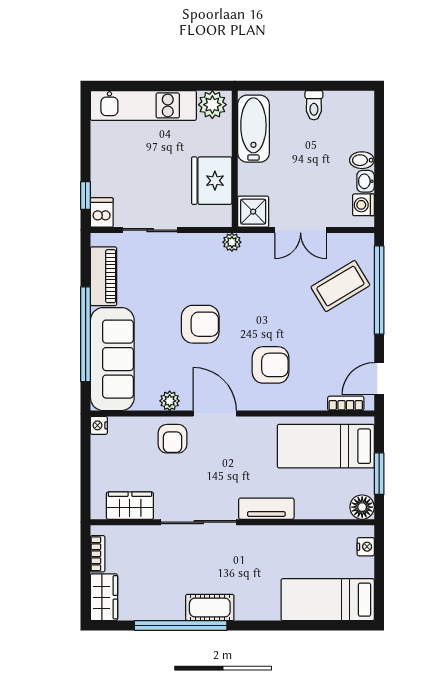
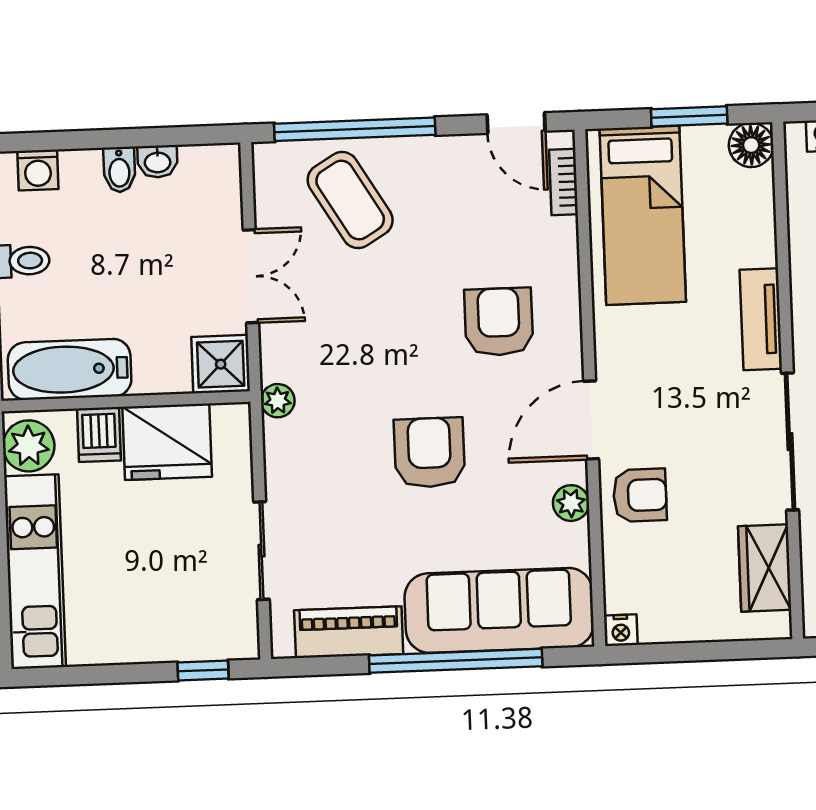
washing machine: (363, 205) -> (38, 170), moved
dishwasher: (102, 212) -> (99, 435), moved, turned -90

